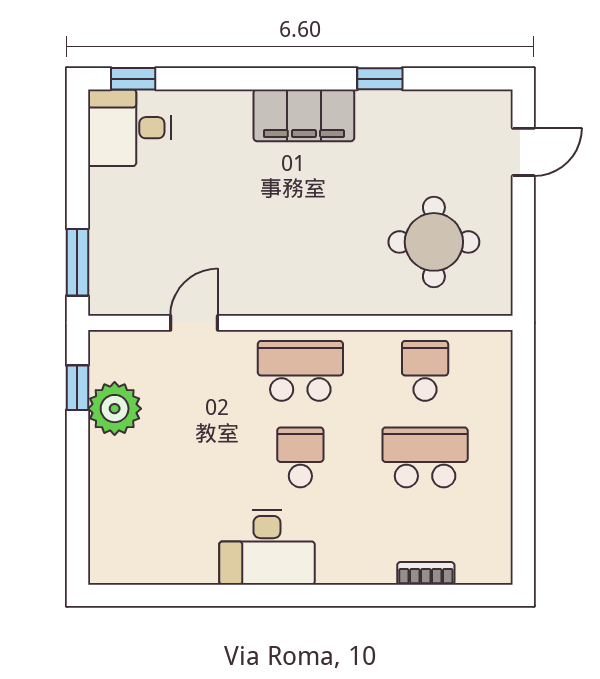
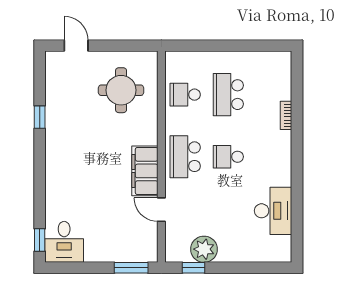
filing cabinet: (304, 115) -> (145, 171), moved, turned 180
desk: (267, 547) -> (273, 211), moved
bookcase: (426, 573) -> (286, 115), moved

